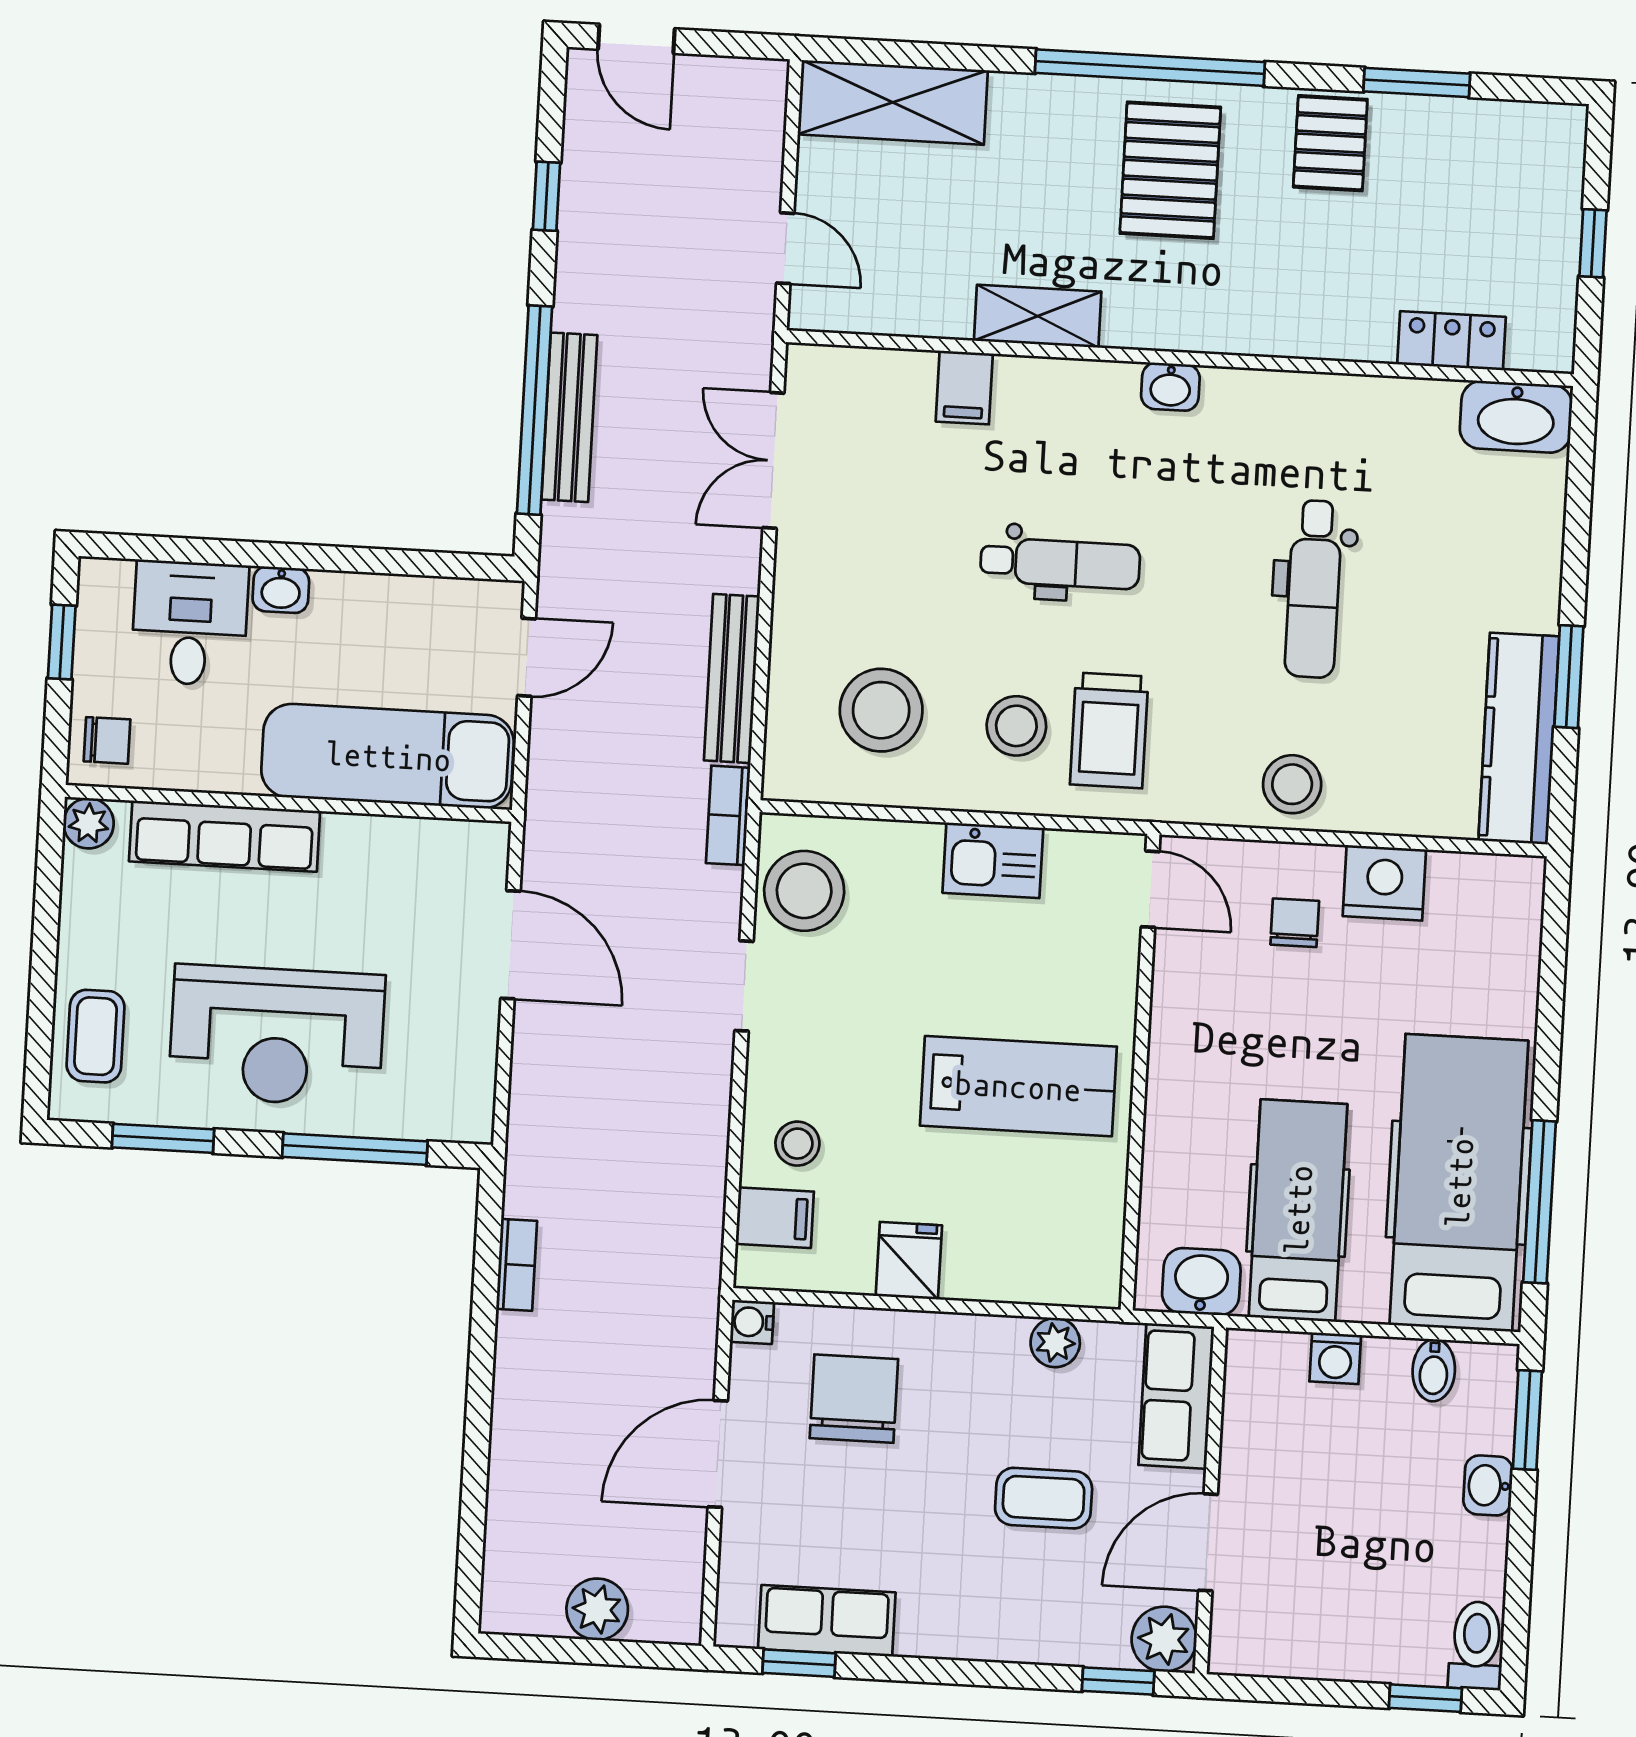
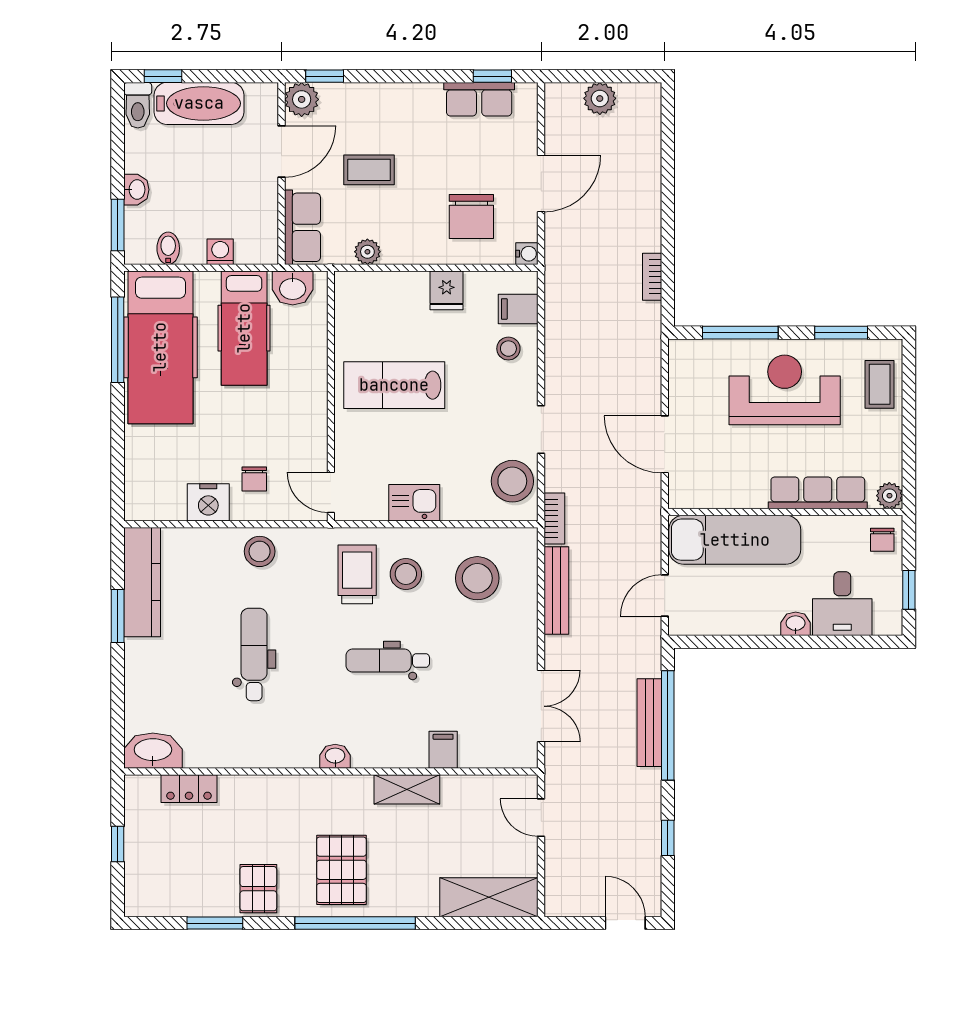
chair: (107, 740) -> (882, 540), turned -90
bathtub: (1360, 1642) -> (199, 103), added

